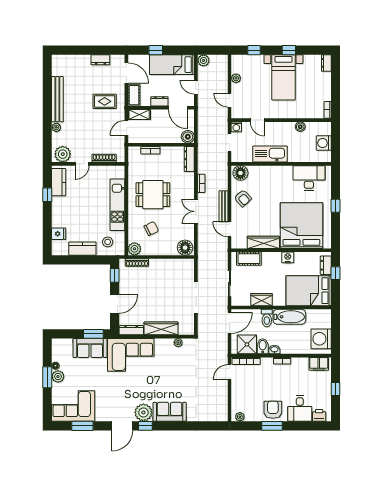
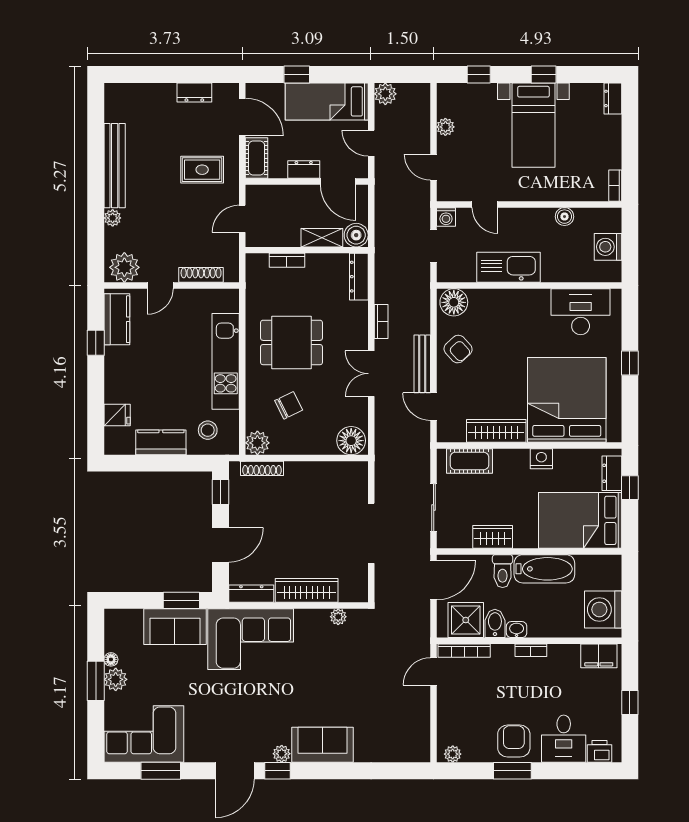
shelving: (139, 115) -> (322, 238), moved
plant: (143, 412) -> (282, 754), width x0.53, depth x0.53

